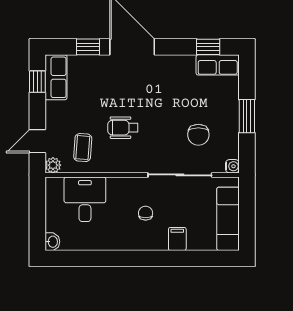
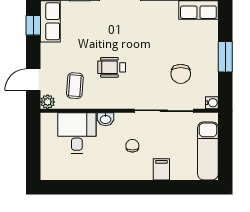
washbasin: (52, 242) -> (106, 119), moved, turned 90

